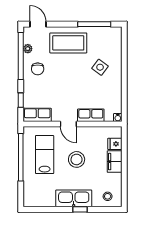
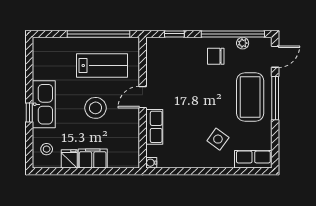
window: (94, 24) -> (275, 98), moved
row of seats: (37, 115) -> (253, 159), moved, turned -90
fridge: (115, 144) -> (69, 159), moved

